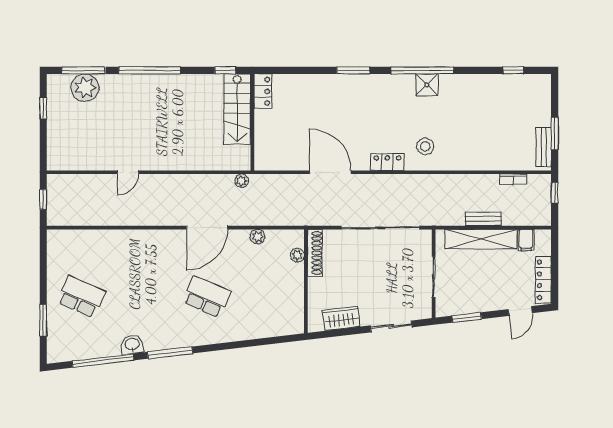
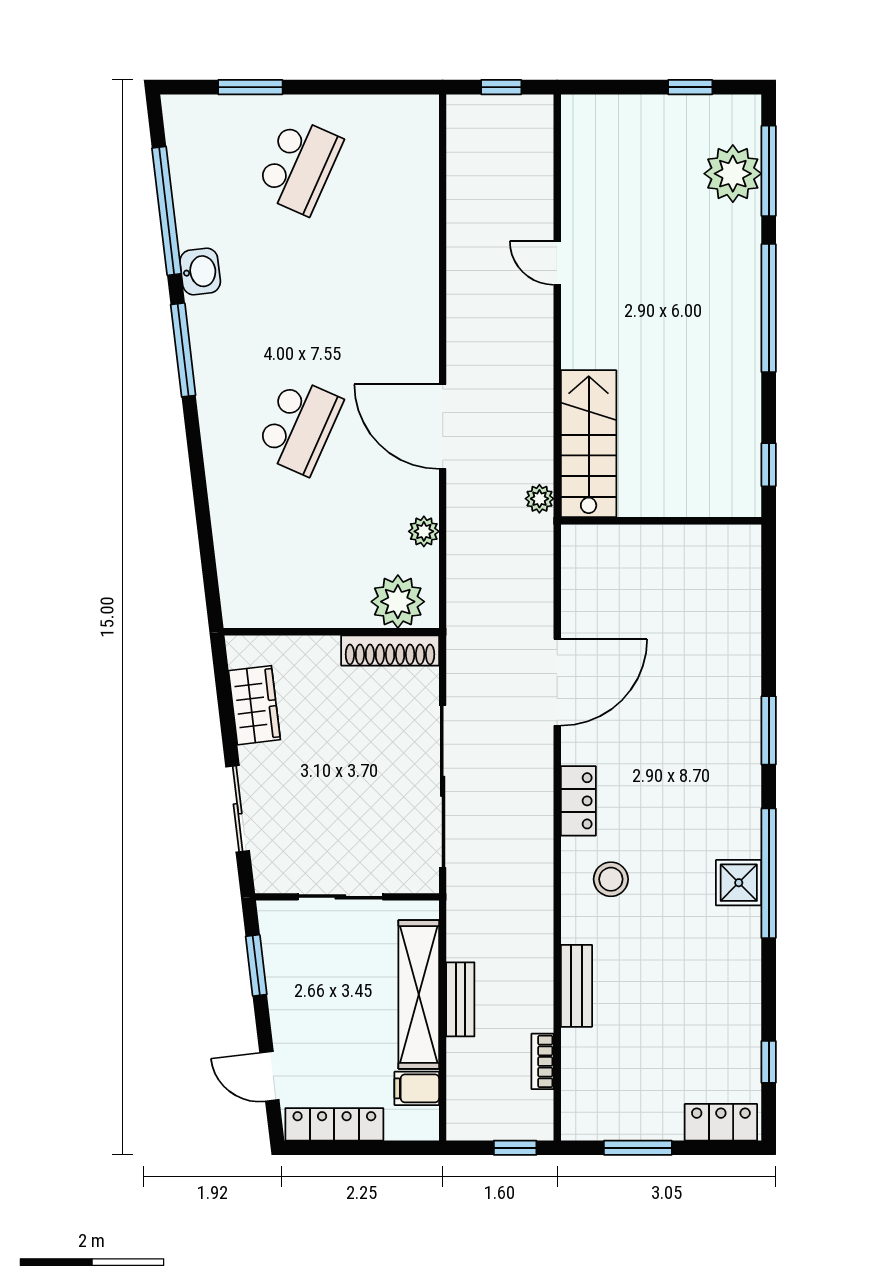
locker: (263, 91) -> (721, 1122), moved, turned 180
stairs: (237, 109) -> (589, 444), moved, turned 90
bench: (544, 147) -> (576, 986), moved, turned 90
plant: (297, 255) -> (398, 602), width x1.87, depth x1.87

